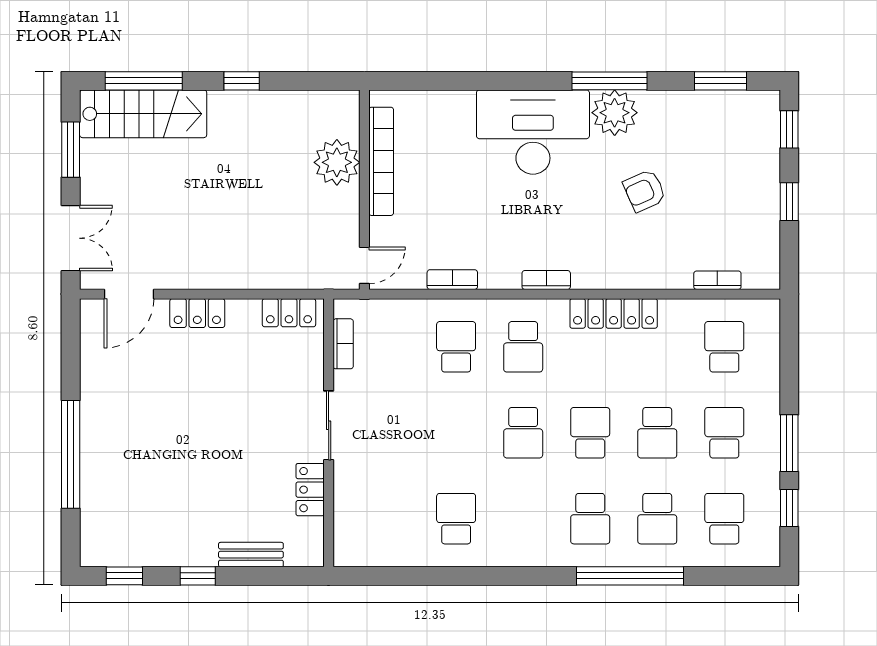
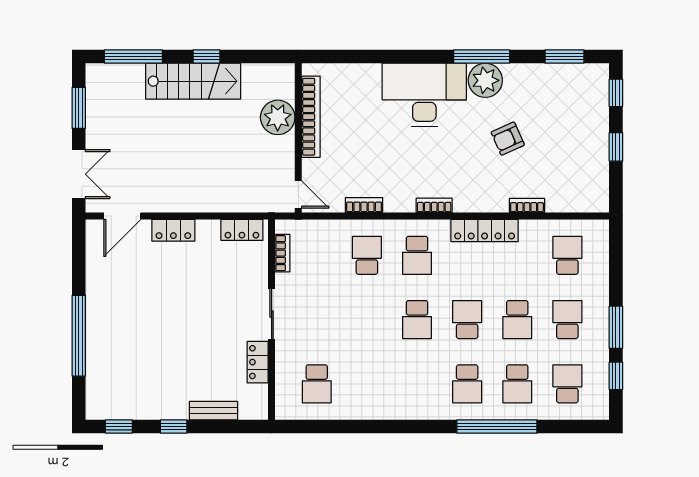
stairs: (143, 114) -> (193, 81), moved
door: (364, 265) -> (298, 194), hinge flipped
bookcase: (717, 280) -> (527, 206), moved
school desk: (456, 519) -> (317, 384), moved, turned 180

